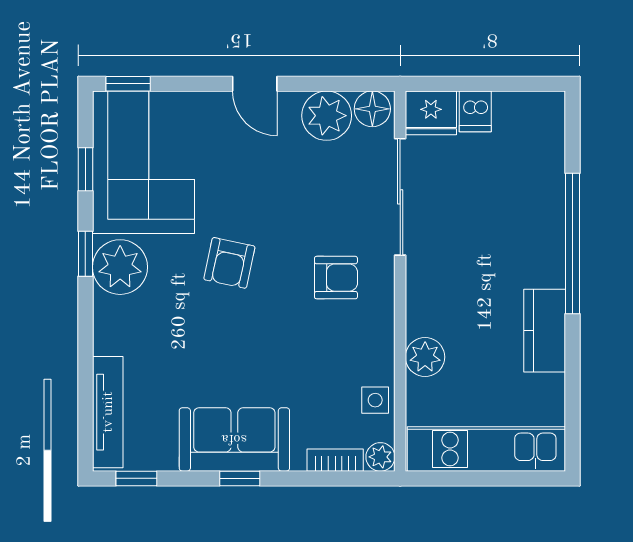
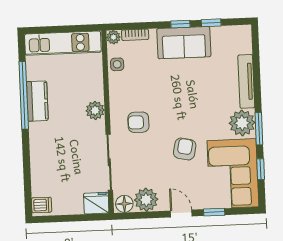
window: (128, 84) -> (214, 212), moved
dishwasher: (475, 111) -> (42, 205), moved, turned 90
window: (573, 243) -> (24, 95), moved
window: (85, 254) -> (259, 129), width x1.50
armchair: (229, 263) -> (185, 149), moved
plant: (425, 357) -> (95, 110), moved
tv unit: (108, 412) -> (246, 81), moved
window: (136, 478) -> (211, 23), moved

